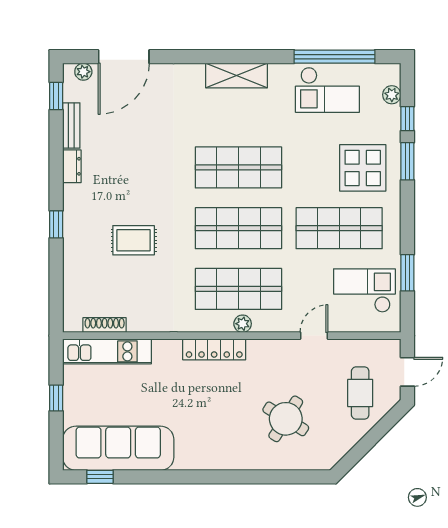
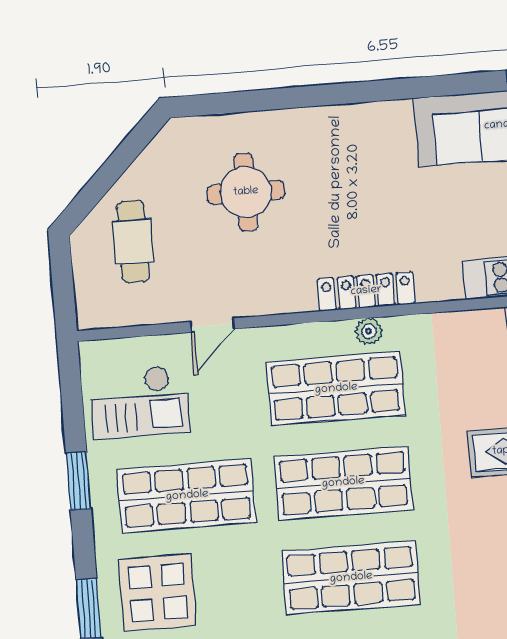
window: (407, 273) -> (78, 481), moved
plant: (243, 324) -> (369, 331), moved
door: (407, 372) -> (62, 281), removed
round table: (286, 419) -> (246, 192), turned -32

